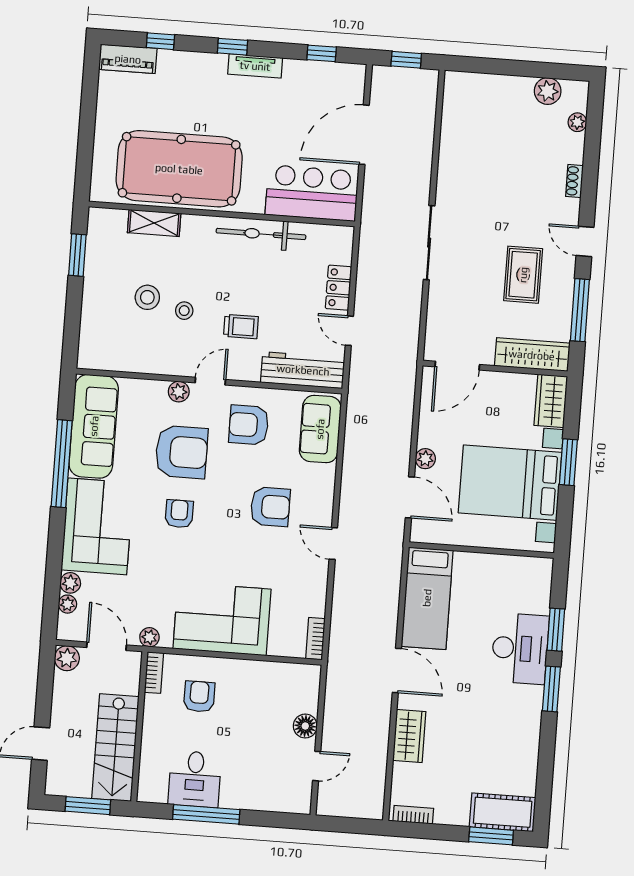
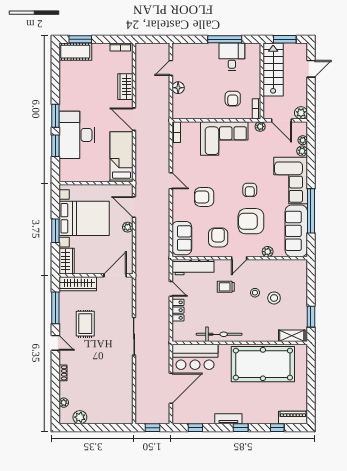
shelving: (154, 223) -> (292, 336), moved
plant: (179, 392) -> (268, 252), moved
armchair: (249, 425) -> (218, 237), turned -90
desk: (520, 648) -> (77, 135), width x1.36, depth x1.30

